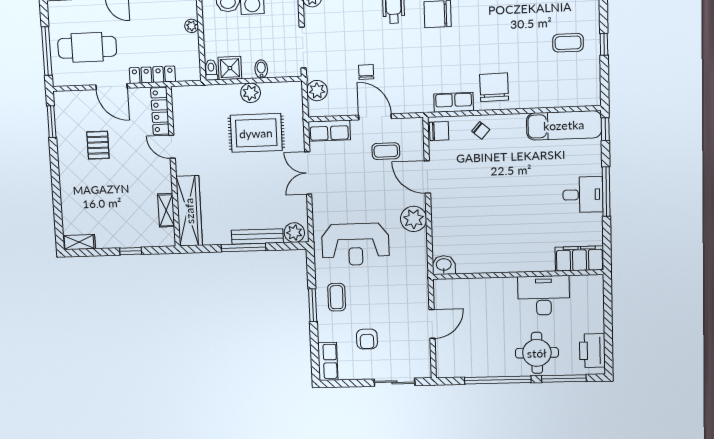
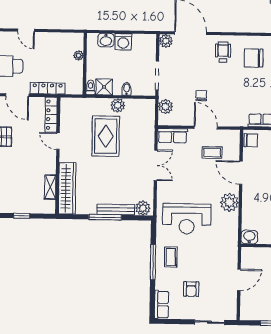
rug: (256, 133) -> (106, 136), moved, turned 90
double door: (308, 173) -> (156, 165), swing flipped
window: (313, 305) -> (153, 262), width x1.44

